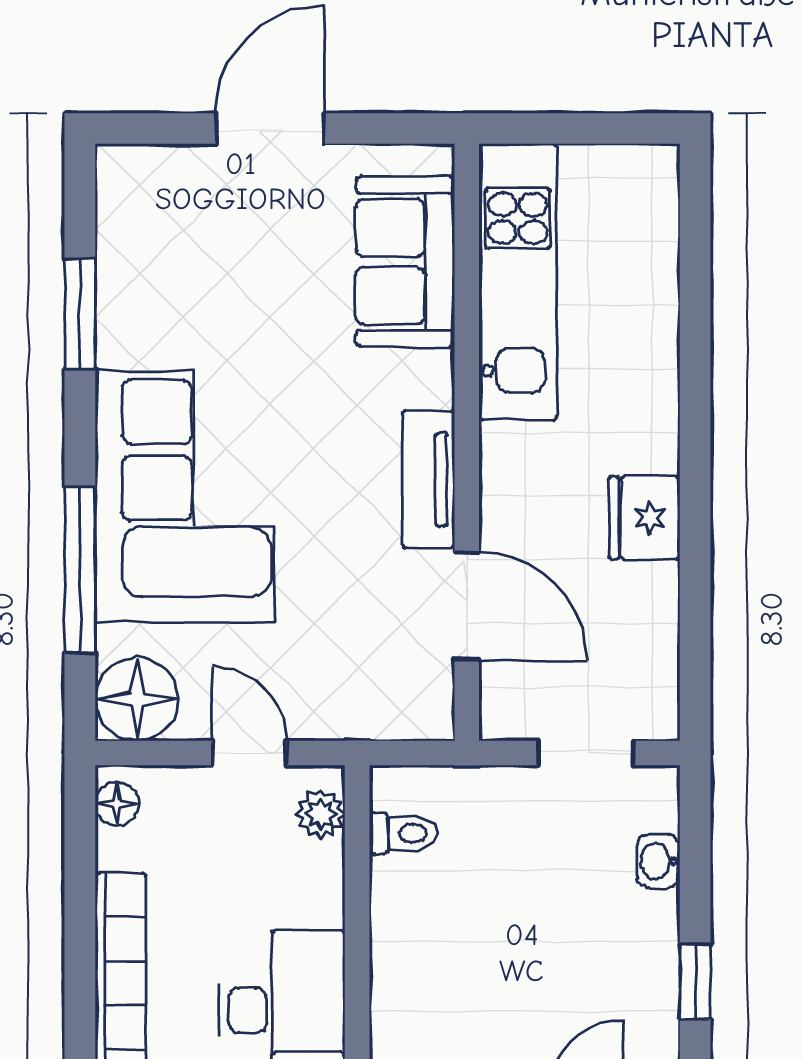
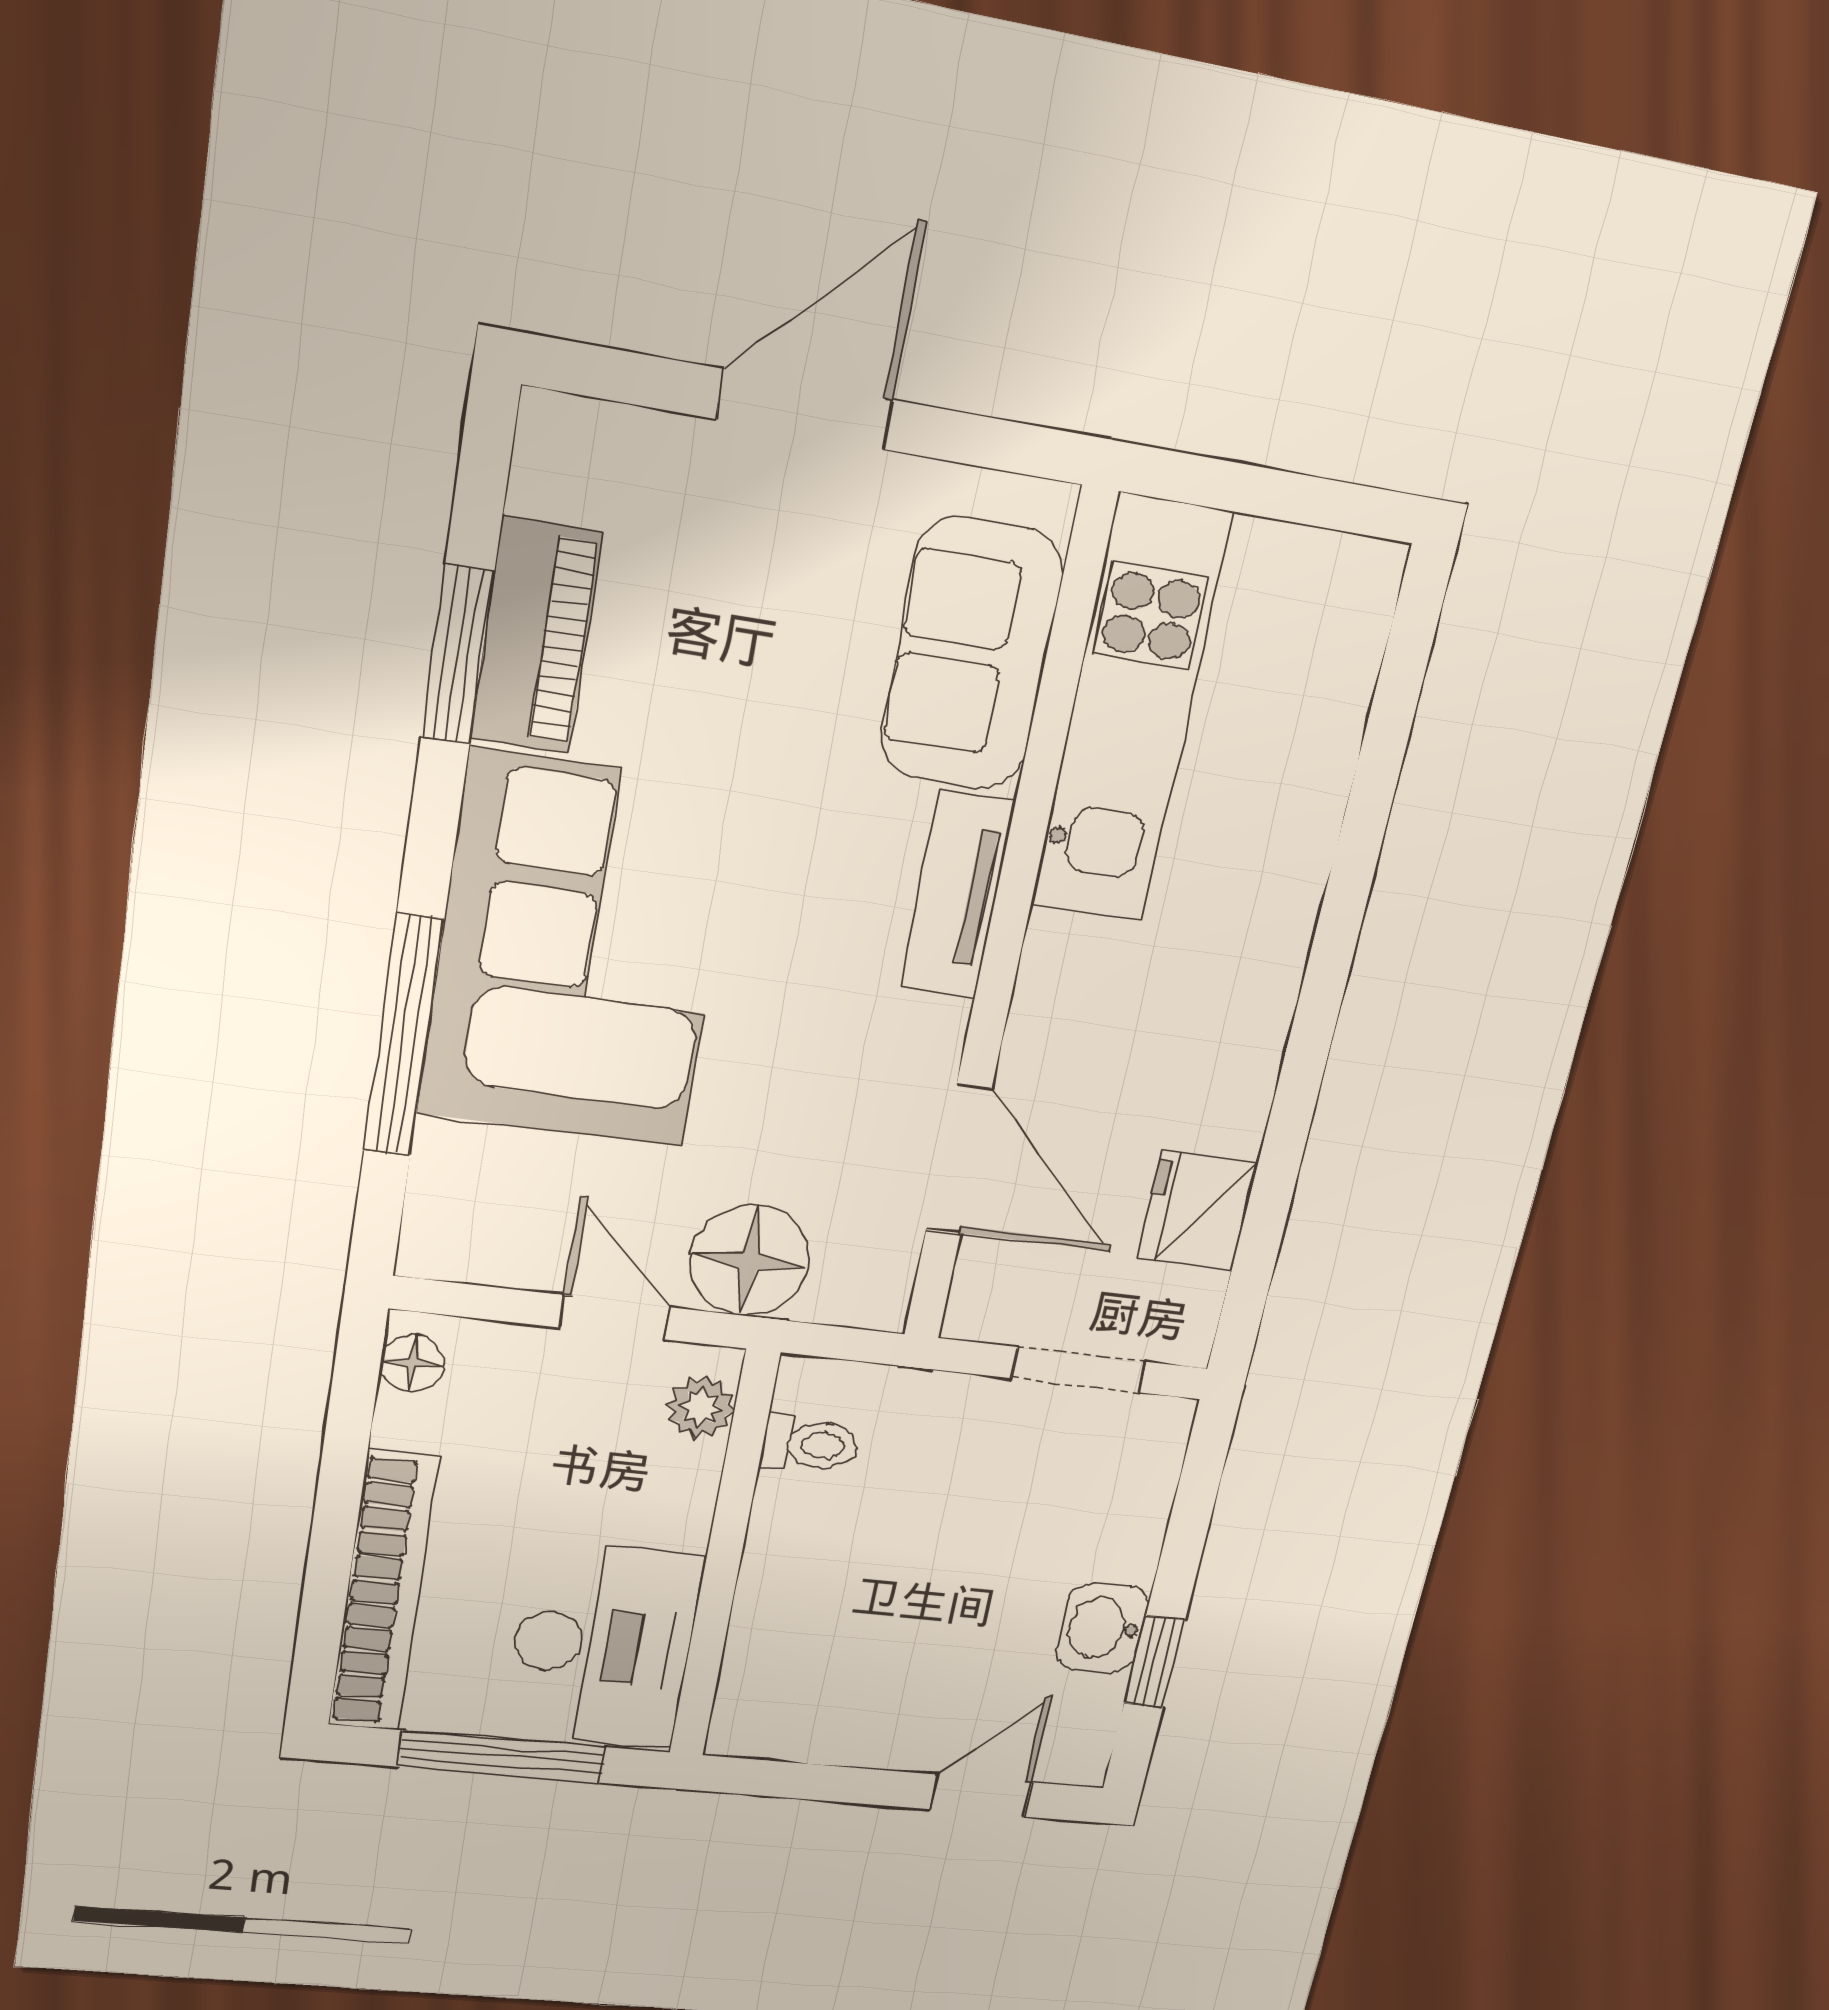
piano: (127, 295) -> (536, 636), added
tv unit: (428, 479) -> (957, 895), moved
fridge: (644, 518) -> (1197, 1211), moved
floor lamp: (137, 699) -> (749, 1261), moved
washbasin: (658, 861) -> (1102, 1628), moved, width x1.38, depth x1.45

